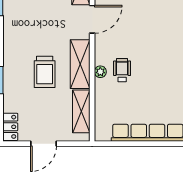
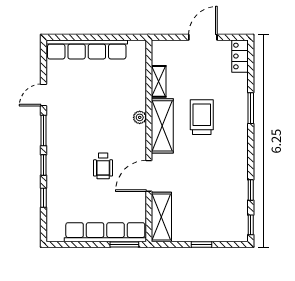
wheelchair: (122, 70) -> (103, 166), moved
shelving: (81, 111) -> (159, 81), width x0.67, depth x0.75

